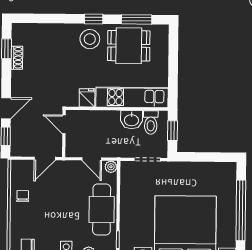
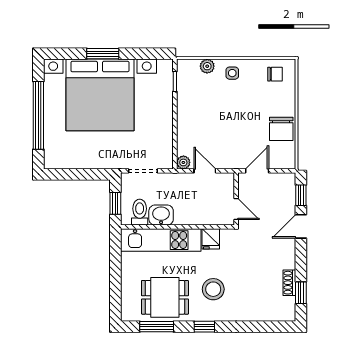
stool: (90, 39) -> (213, 289), moved
chair: (23, 196) -> (281, 129), width x1.87, depth x1.87
cafe table: (102, 209) -> (193, 115), removed

